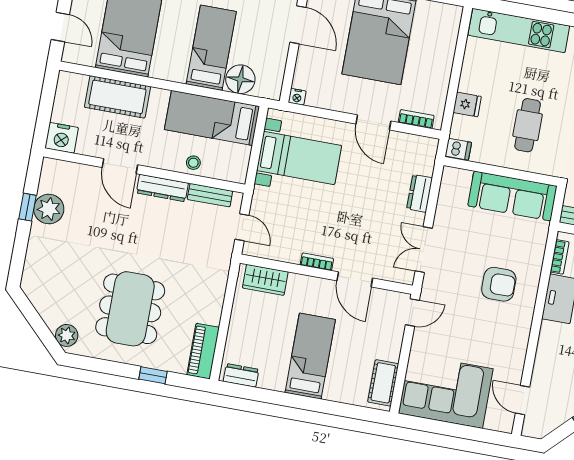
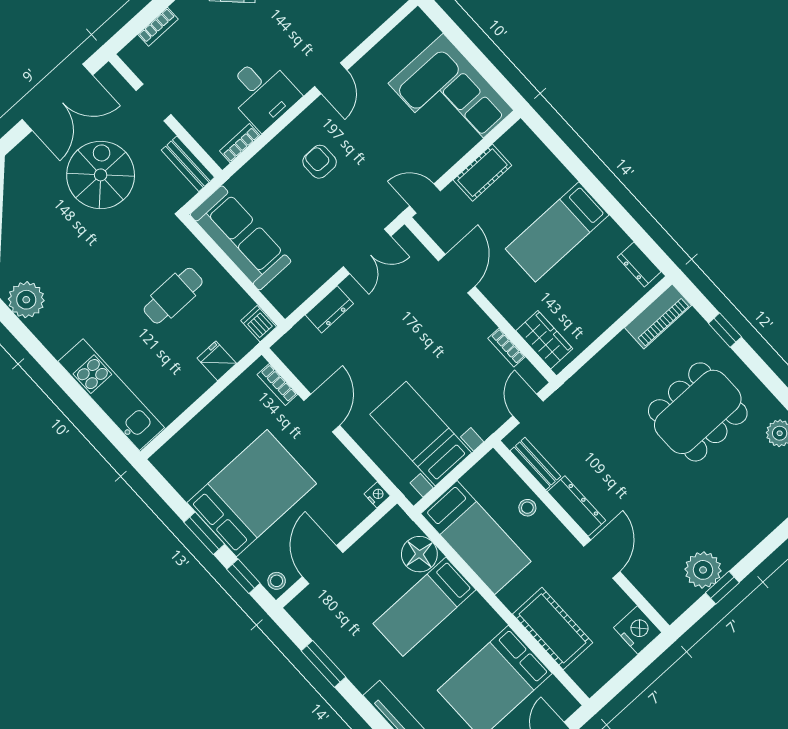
bookcase: (317, 262) -> (506, 348), moved
armchair: (499, 284) -> (320, 162), width x0.72, depth x0.72
cot: (383, 383) -> (482, 173), moved
door: (523, 400) -> (331, 78), moved

